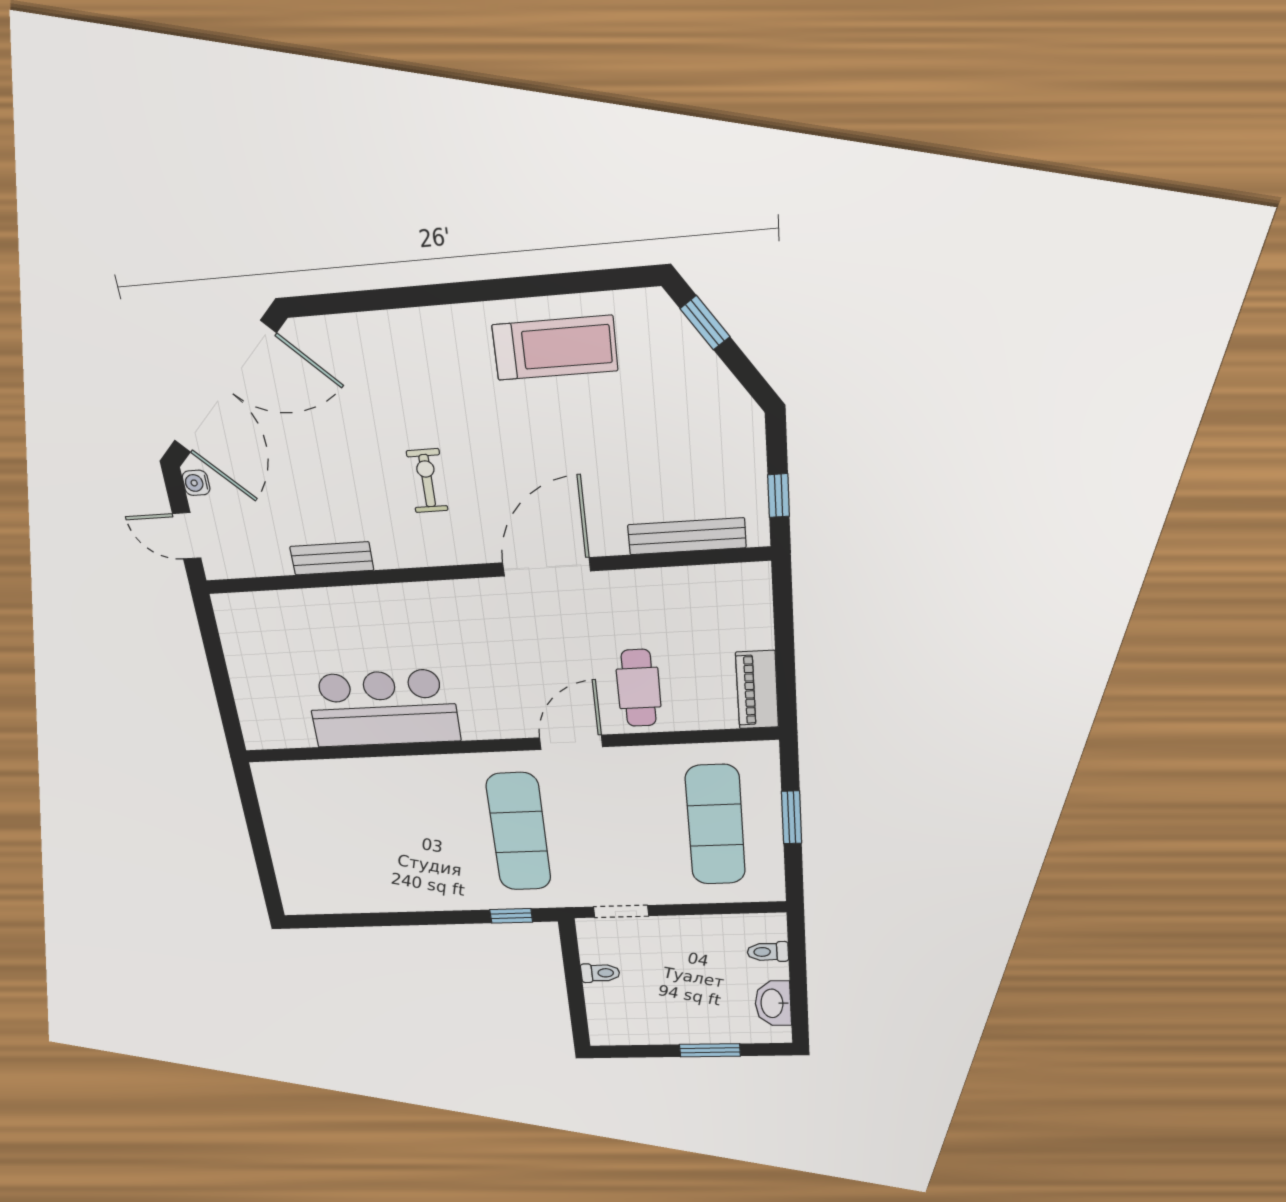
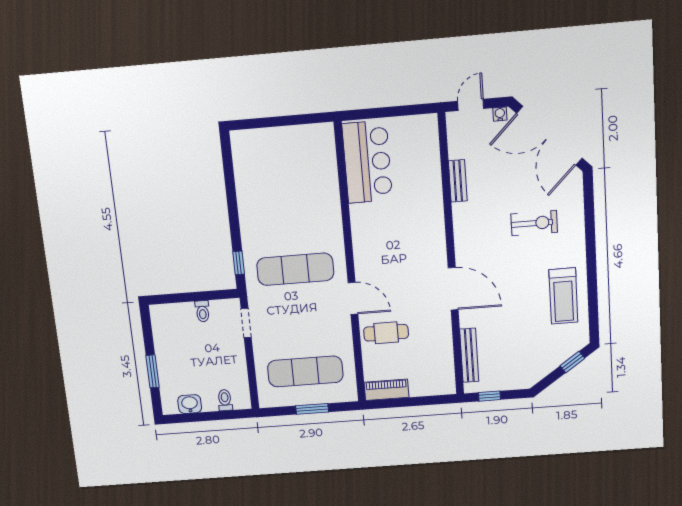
exercise bike: (427, 481) -> (534, 223), moved, width x1.38, depth x1.39
bar counter: (383, 708) -> (367, 162), moved
washbasin: (773, 1003) -> (190, 404), width x0.72

